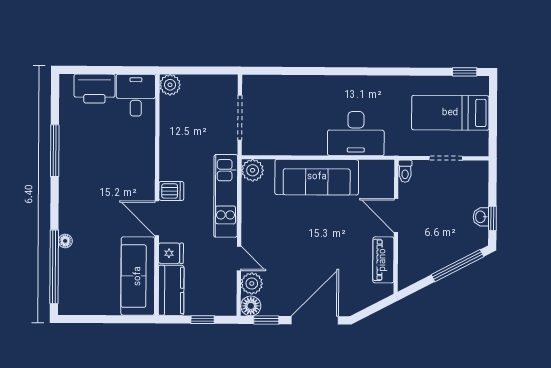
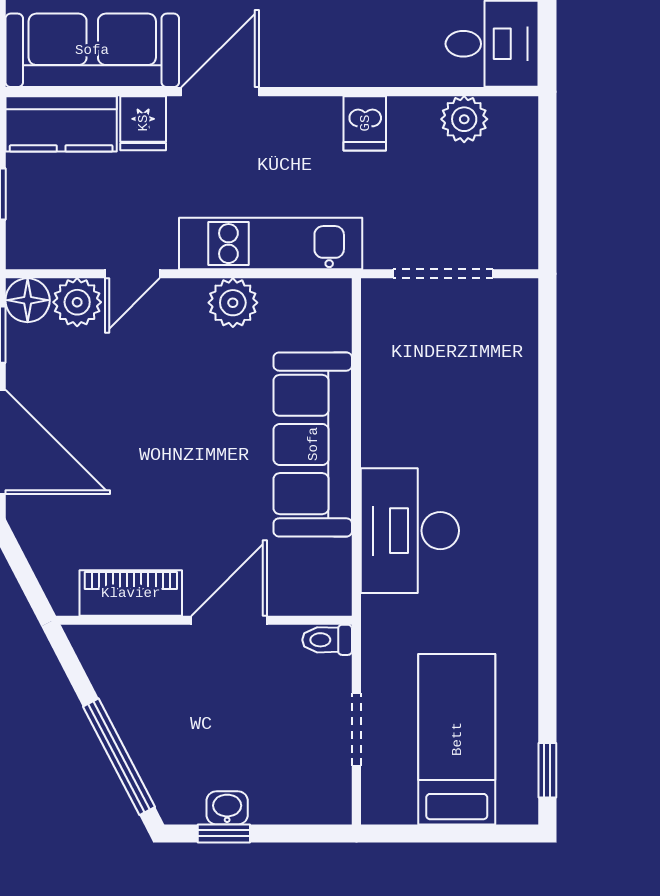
plant: (170, 85) -> (464, 119), moved
plant: (253, 170) -> (233, 303), moved
dishwasher: (171, 191) -> (365, 123), moved

